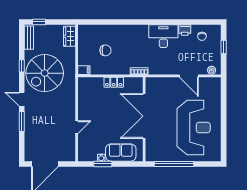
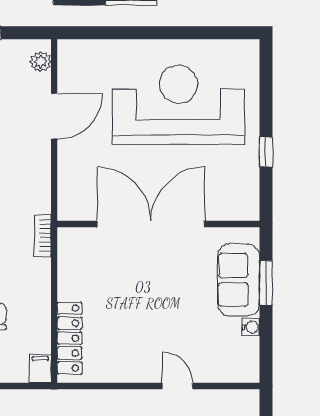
locker: (114, 82) -> (70, 338), moved, width x1.53
double door: (144, 116) -> (151, 224), swing flipped
window: (103, 164) -> (266, 283), moved
window: (174, 164) -> (266, 152), width x0.32

